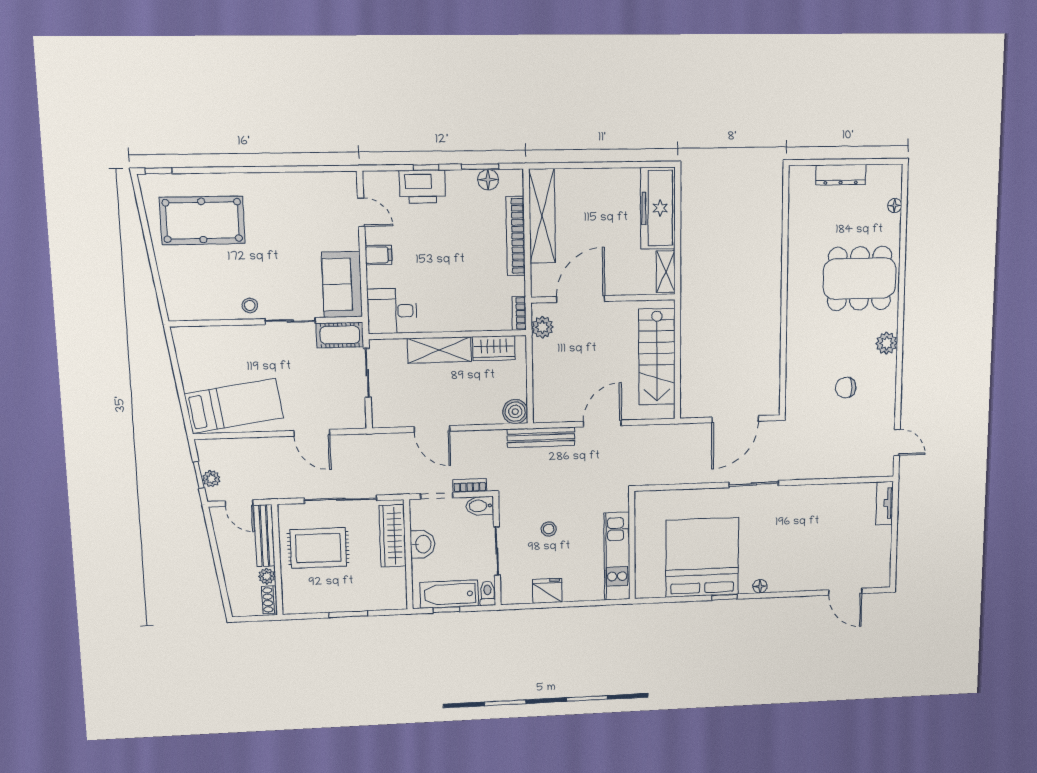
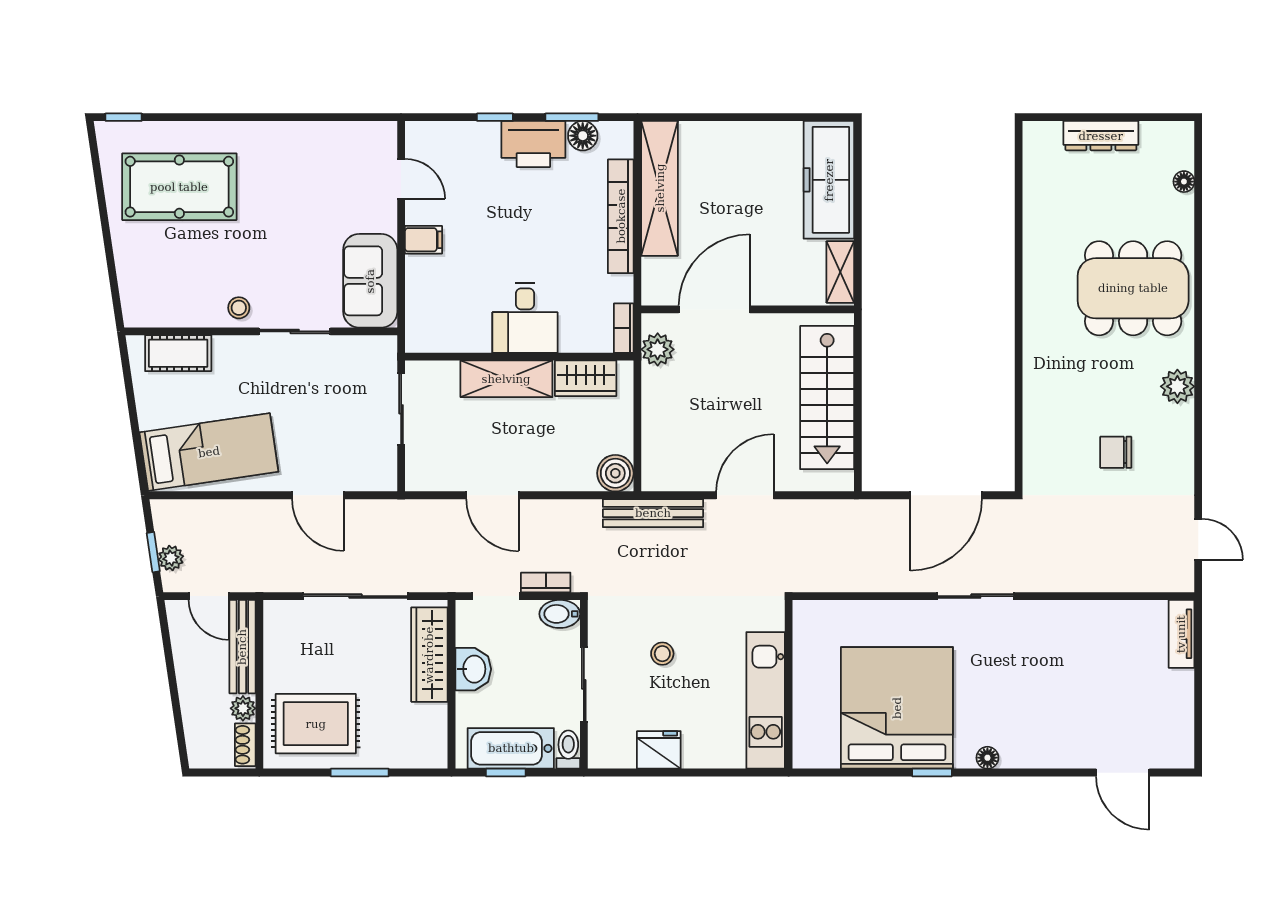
printer: (422, 187) -> (533, 144), moved
desk: (392, 311) -> (525, 318), moved, turned -90
cot: (340, 335) -> (178, 353), moved
rug: (318, 548) -> (316, 724), moved

